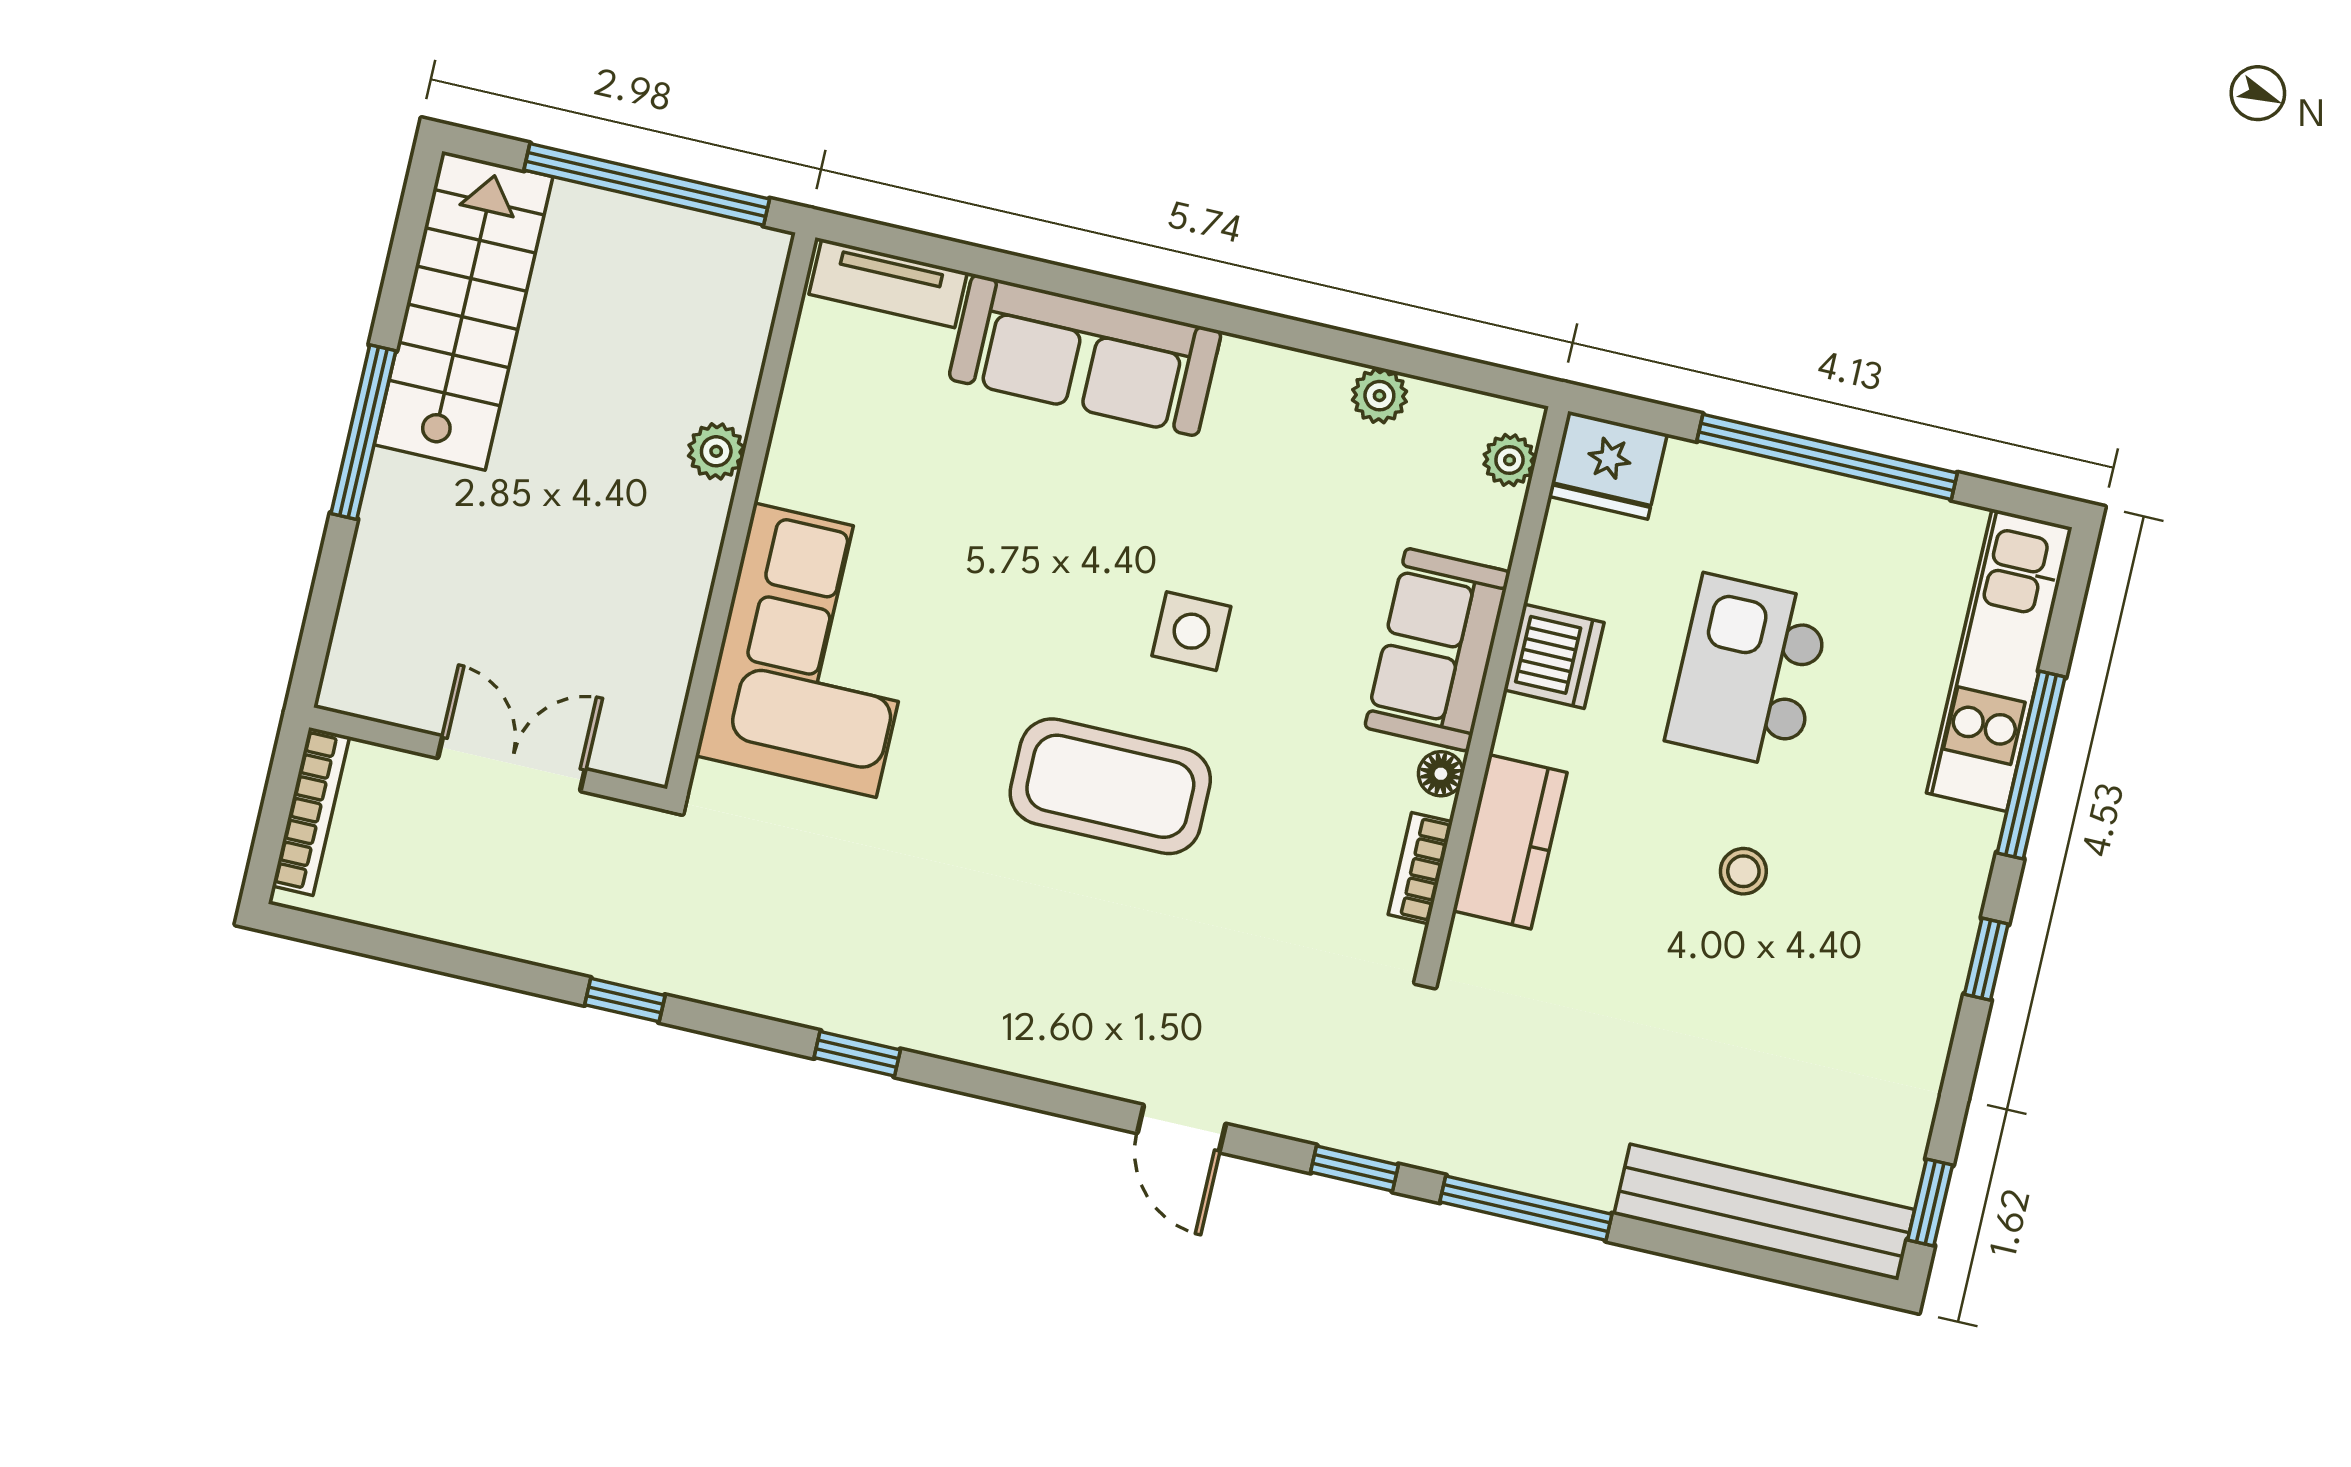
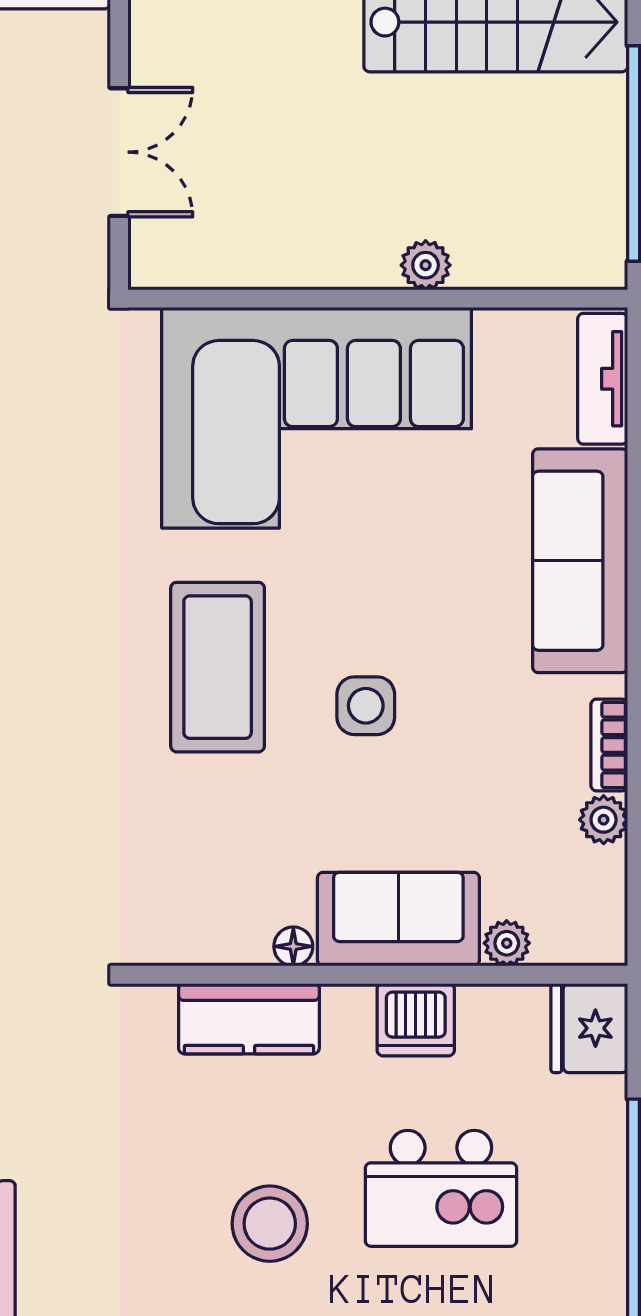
plant: (1509, 460) -> (507, 943), moved
corner sofa: (815, 650) -> (317, 418), width x1.36, depth x1.36
kitchen island: (1748, 671) -> (441, 1188), turned 180
bookcase: (1420, 868) -> (609, 745), moved, turned -90
stool: (1743, 871) -> (270, 1224), width x1.89, depth x1.89

